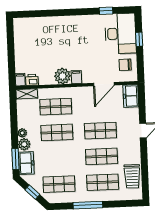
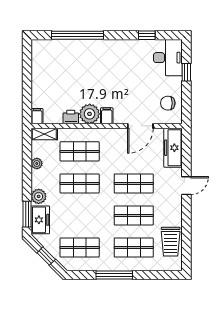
window: (50, 13) -> (78, 35), added
desk: (120, 34) -> (168, 58), width x0.73, depth x0.77
printer: (32, 80) -> (71, 117), moved
freezer: (131, 96) -> (173, 148), width x1.40
plant: (22, 133) -> (37, 163), moved

